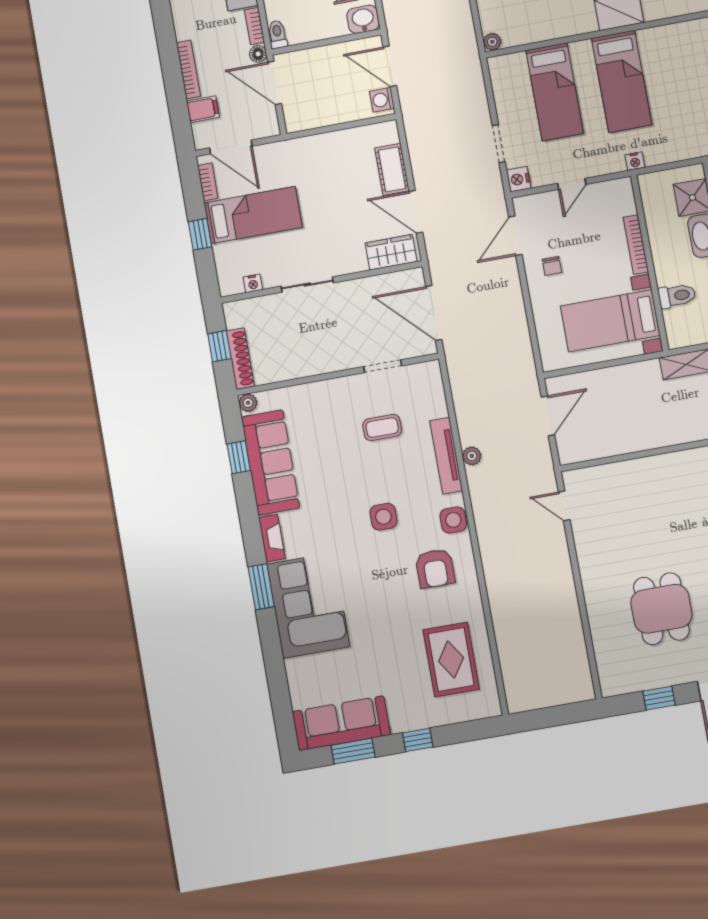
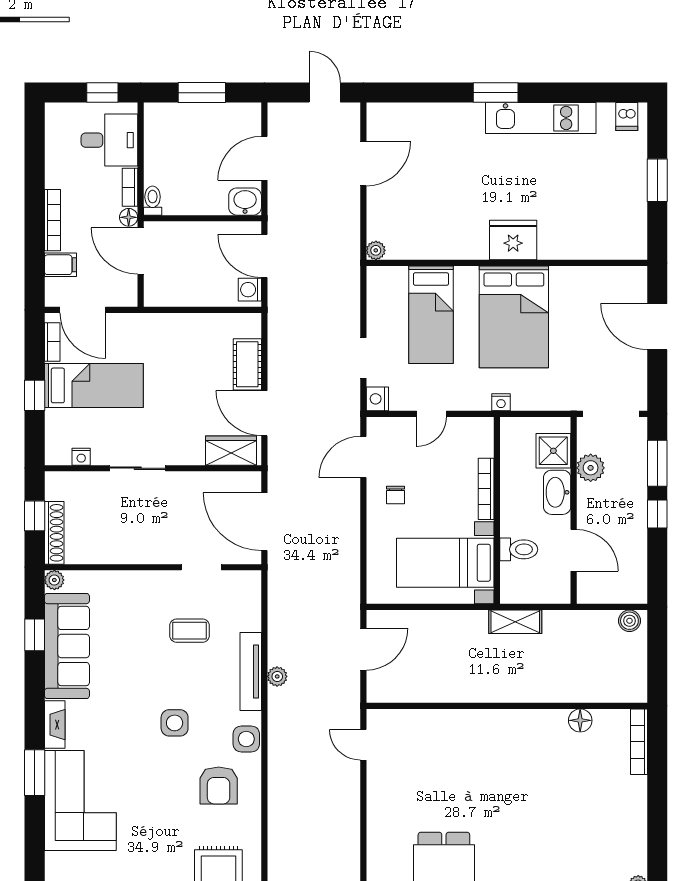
bed: (622, 81) -> (514, 317), width x1.50

